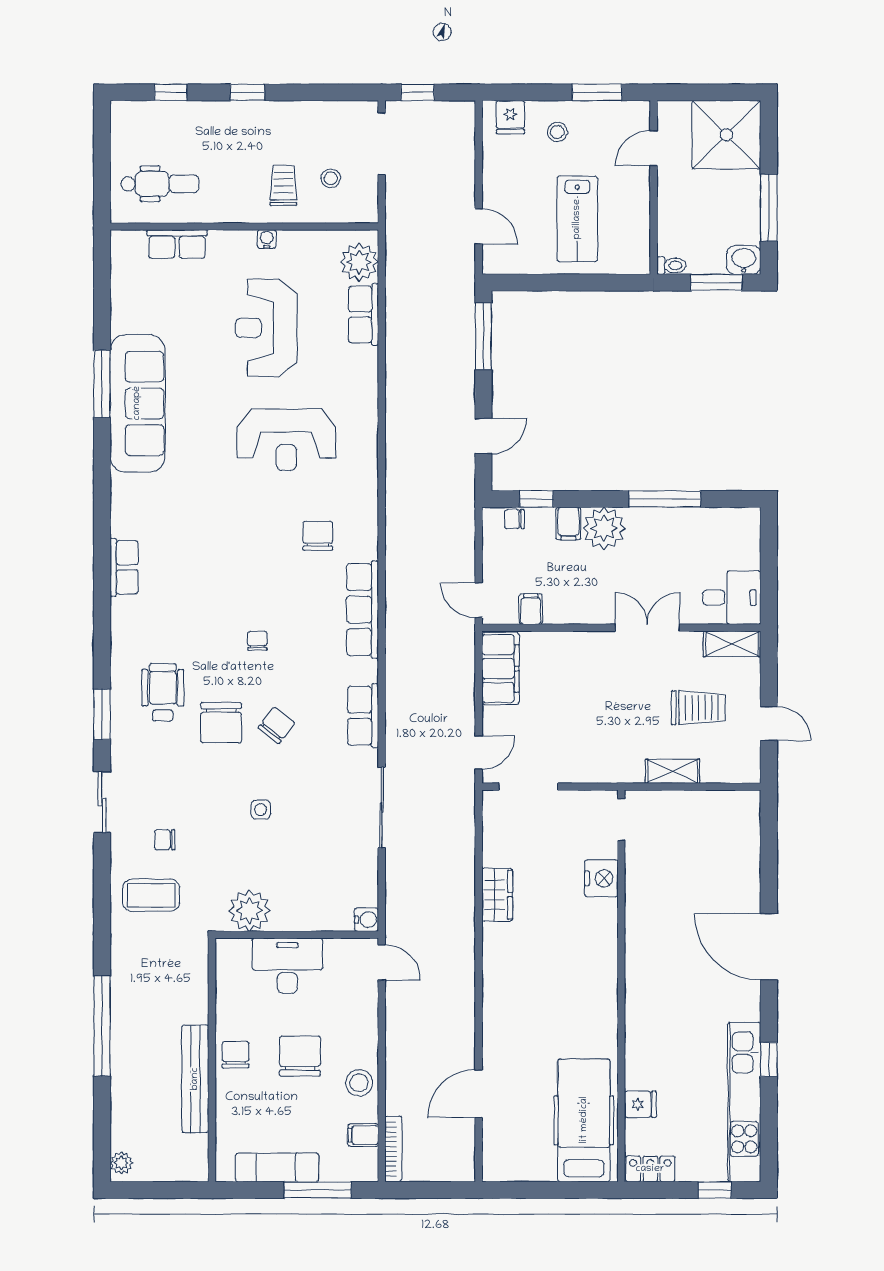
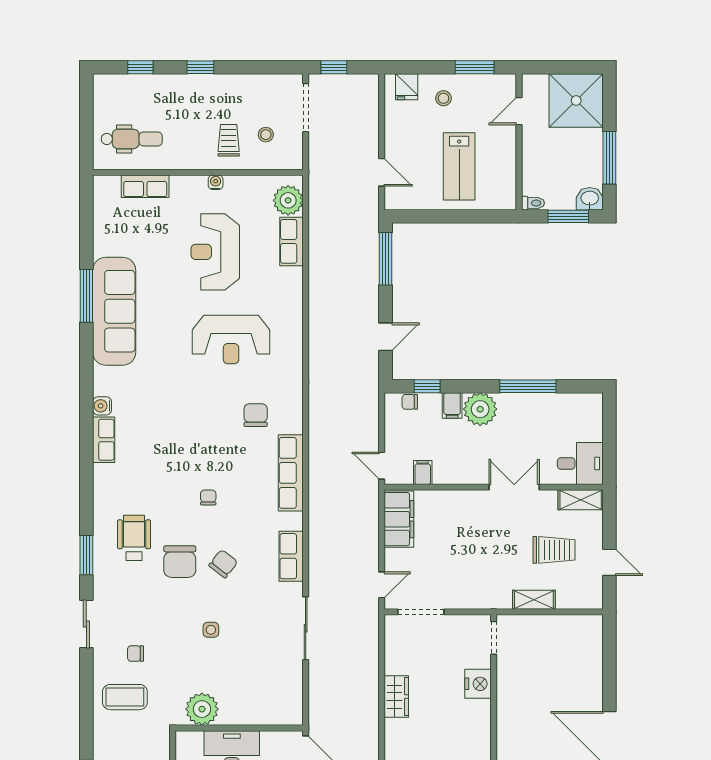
water cooler: (366, 920) -> (102, 406), moved, turned 180

